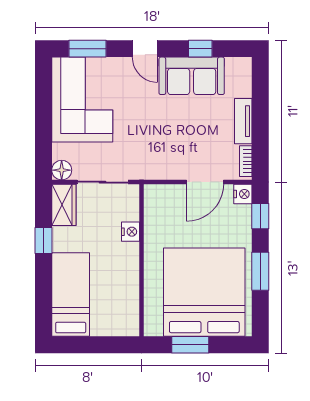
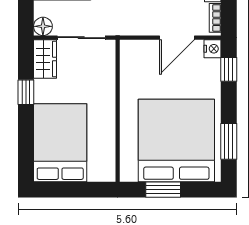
nightstand: (130, 232) -> (107, 84), removed
window: (260, 271) -> (229, 141), moved
bed: (71, 294) -> (60, 143), width x1.50

